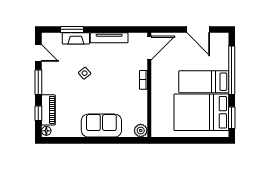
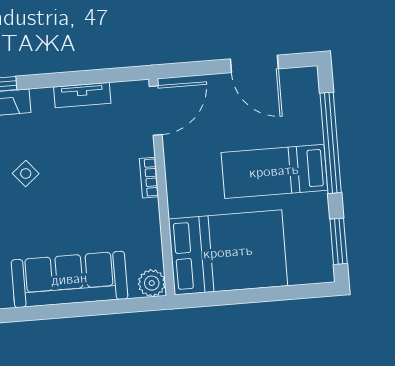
tv unit: (109, 38) -> (82, 95), width x0.71
bed: (201, 112) -> (228, 252), moved, turned 180
sofa: (101, 126) -> (69, 279), width x1.36

